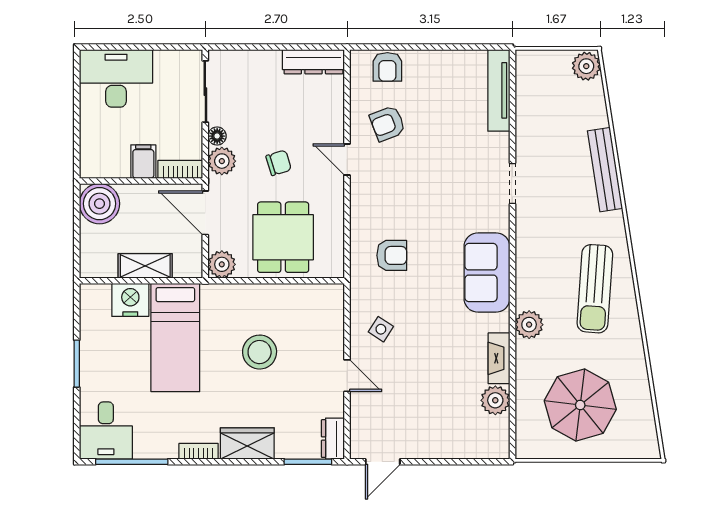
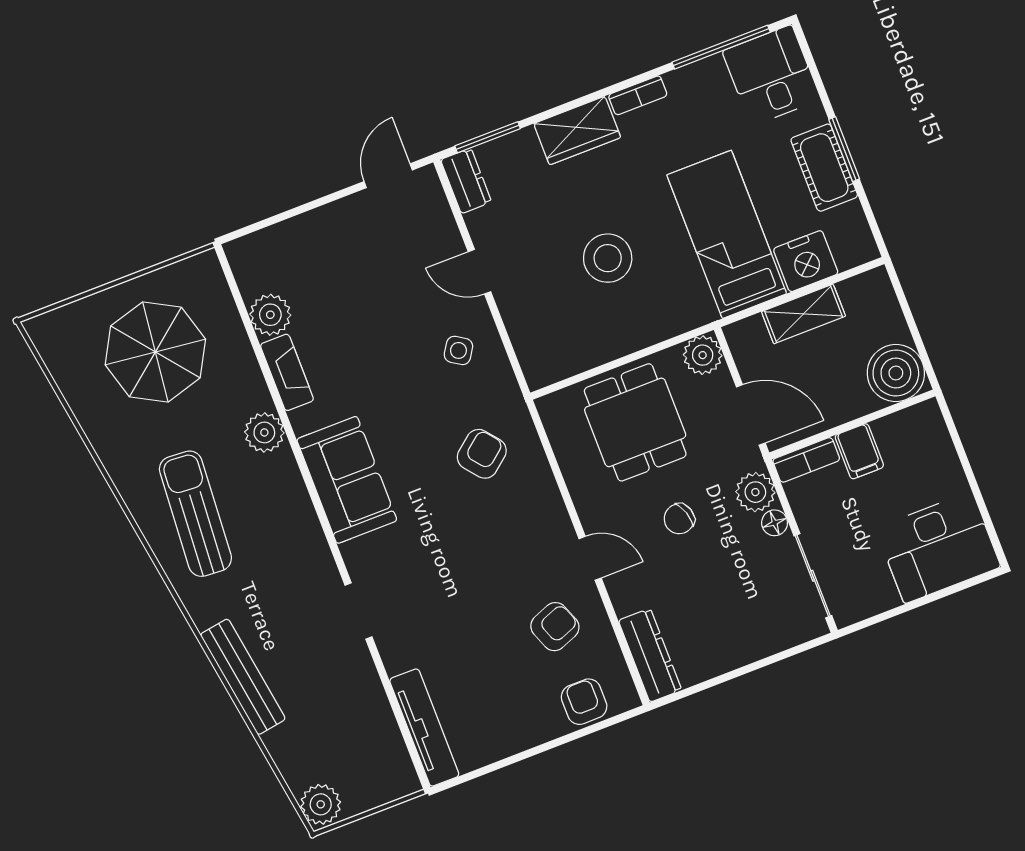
dresser: (313, 62) -> (650, 655), moved, turned 90
armchair: (392, 255) -> (482, 454), turned 141
cot: (95, 357) -> (824, 168), added

